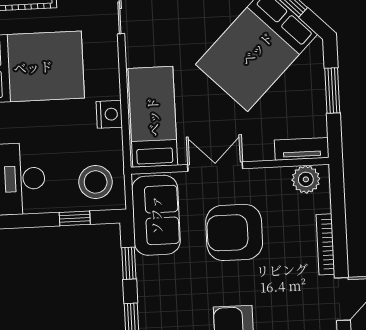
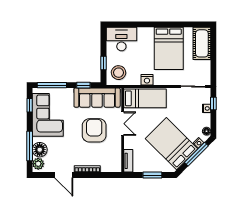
plant: (306, 179) -> (115, 162), removed
sofa: (156, 215) -> (97, 98), width x1.36

